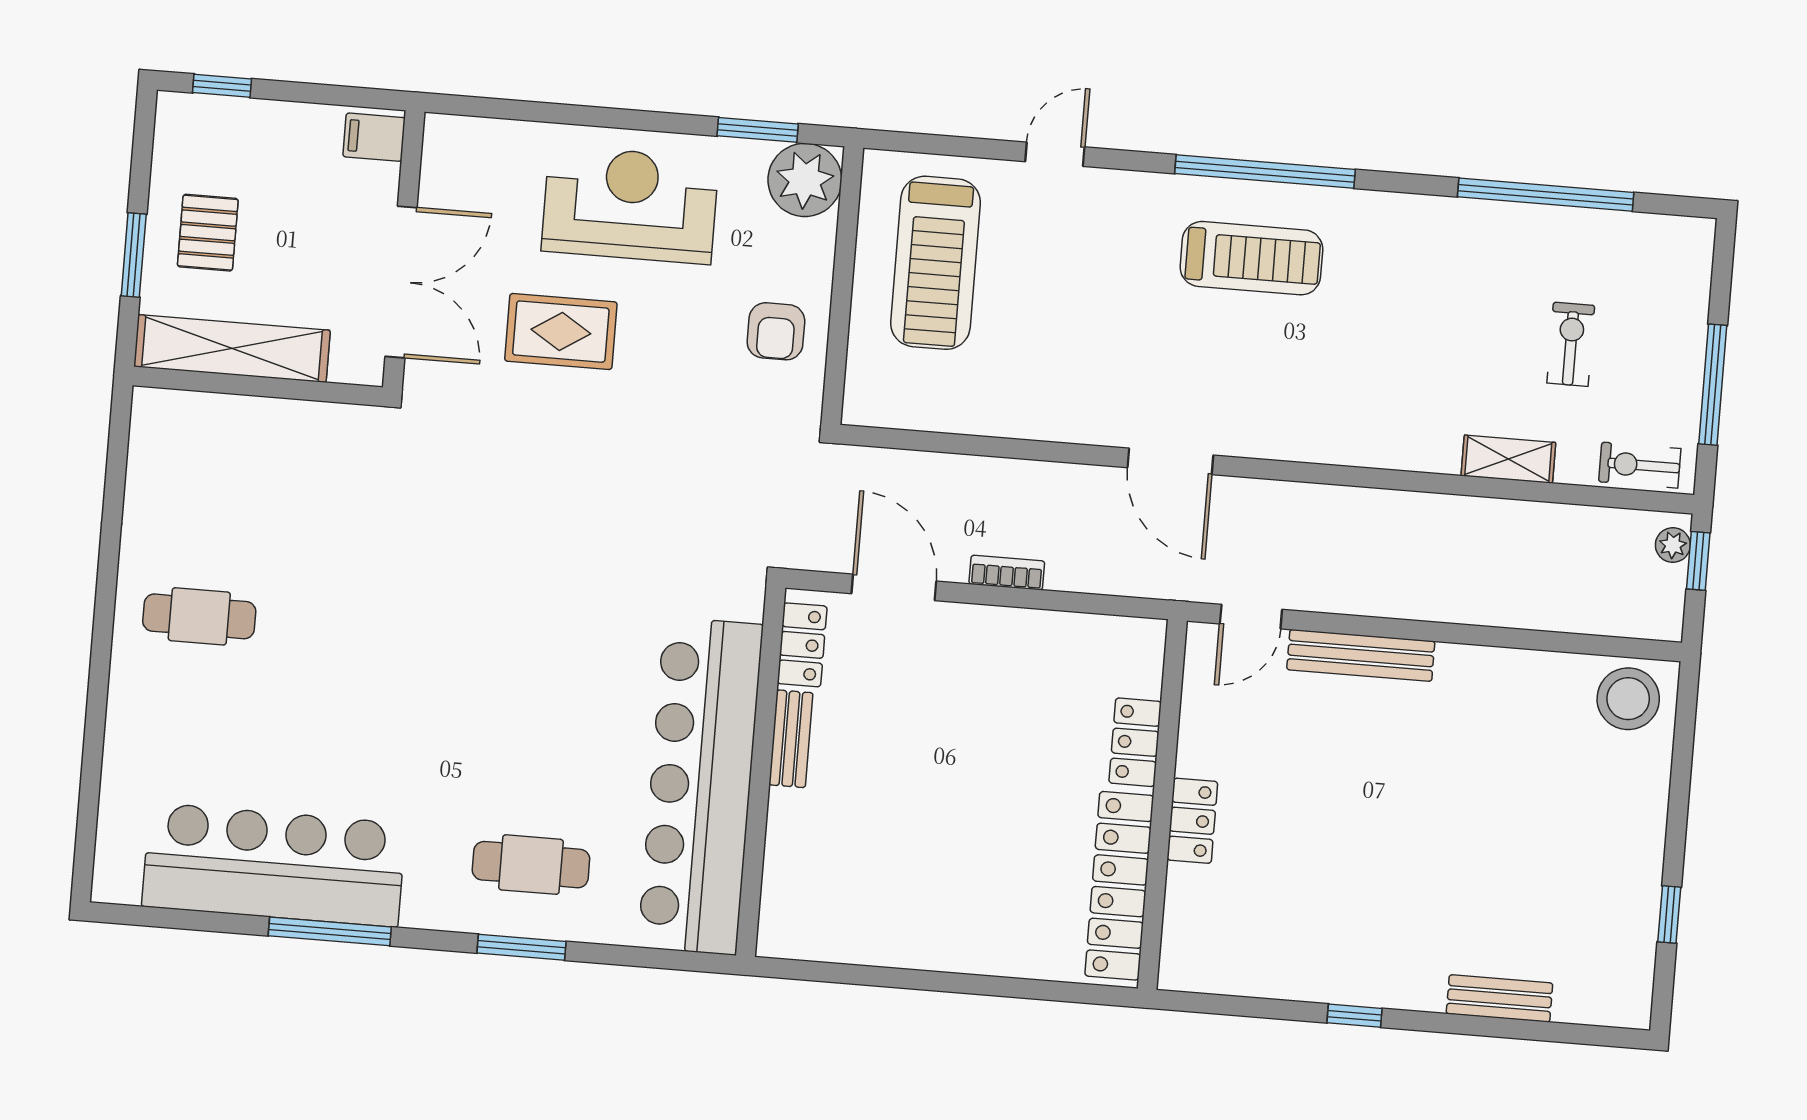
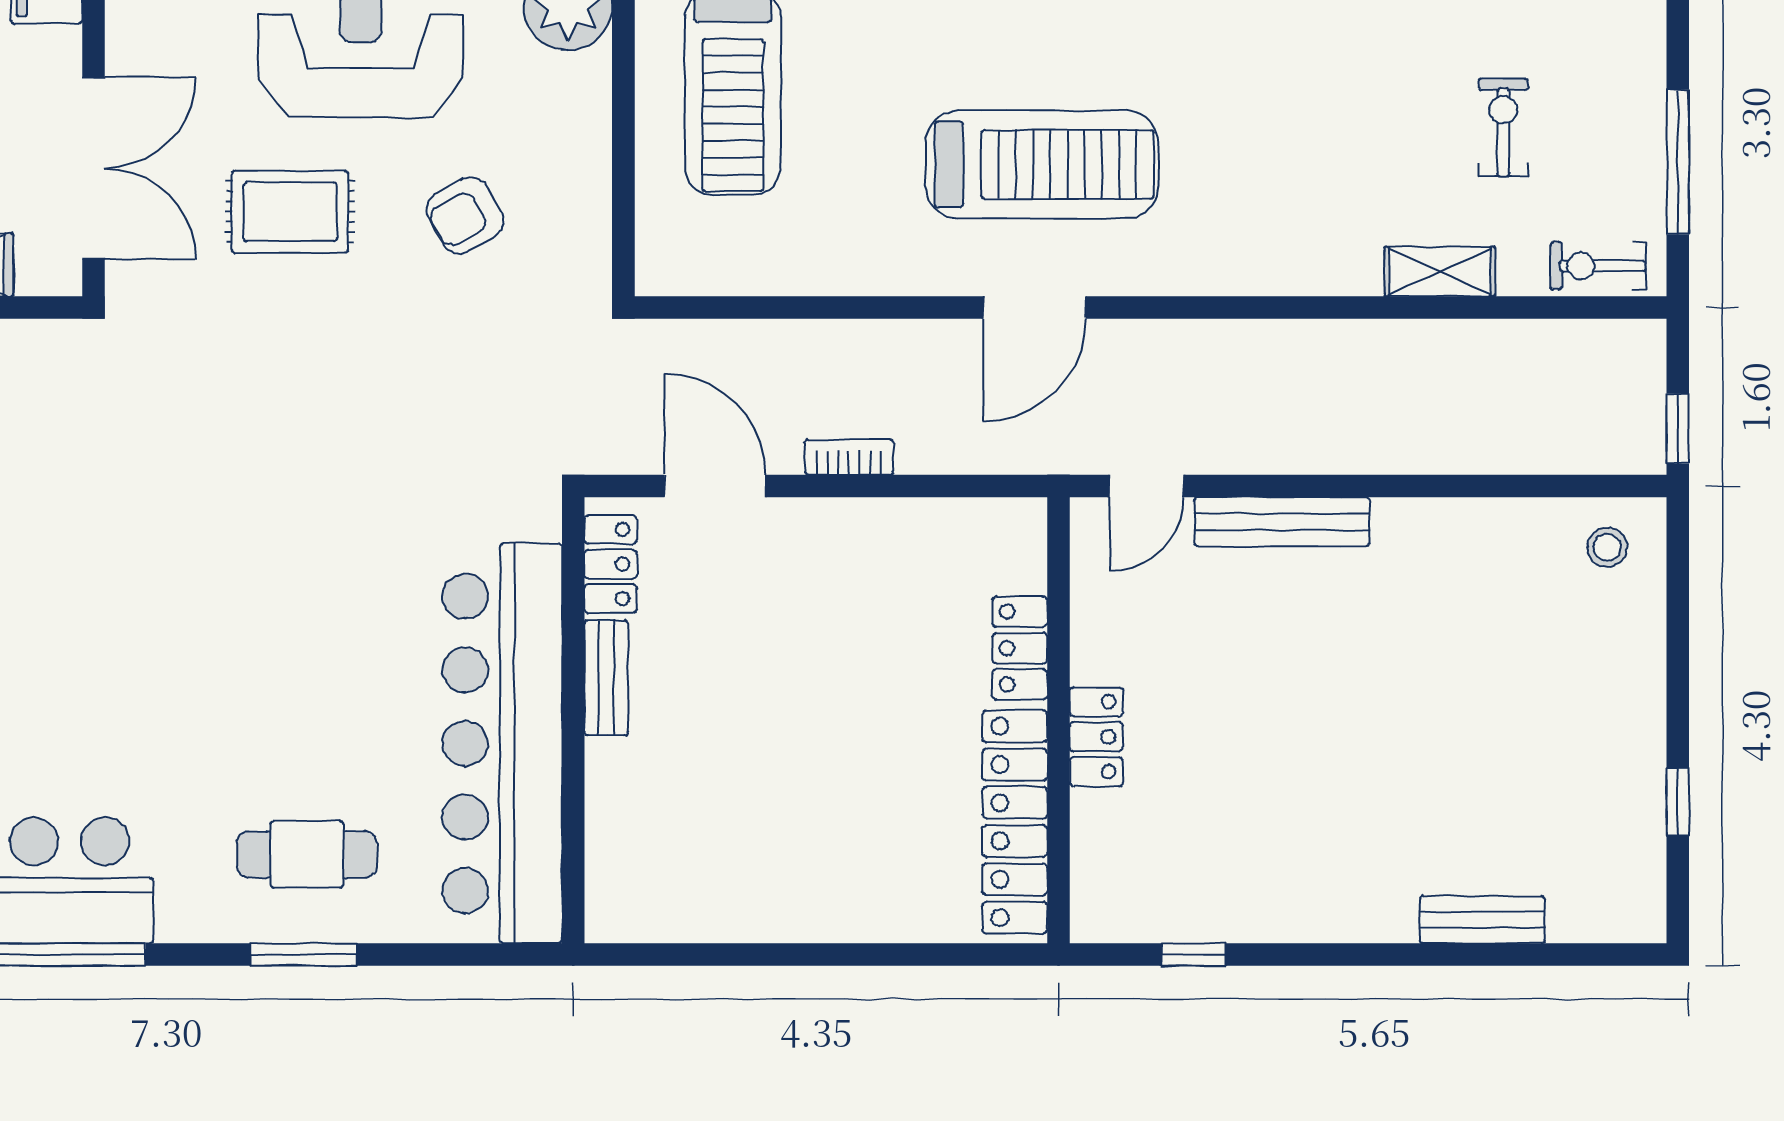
treadmill: (1251, 258) -> (1042, 164), moved, width x1.37, depth x1.38
armchair: (776, 331) -> (465, 215), moved, turned 61
door: (1170, 461) -> (1034, 307), hinge flipped
plant: (1673, 545) -> (1646, 358), removed
window: (1698, 561) -> (1678, 429), moved
stool: (1628, 699) -> (1607, 547), width x0.53, depth x0.53
window: (1355, 1016) -> (1194, 955), moved

